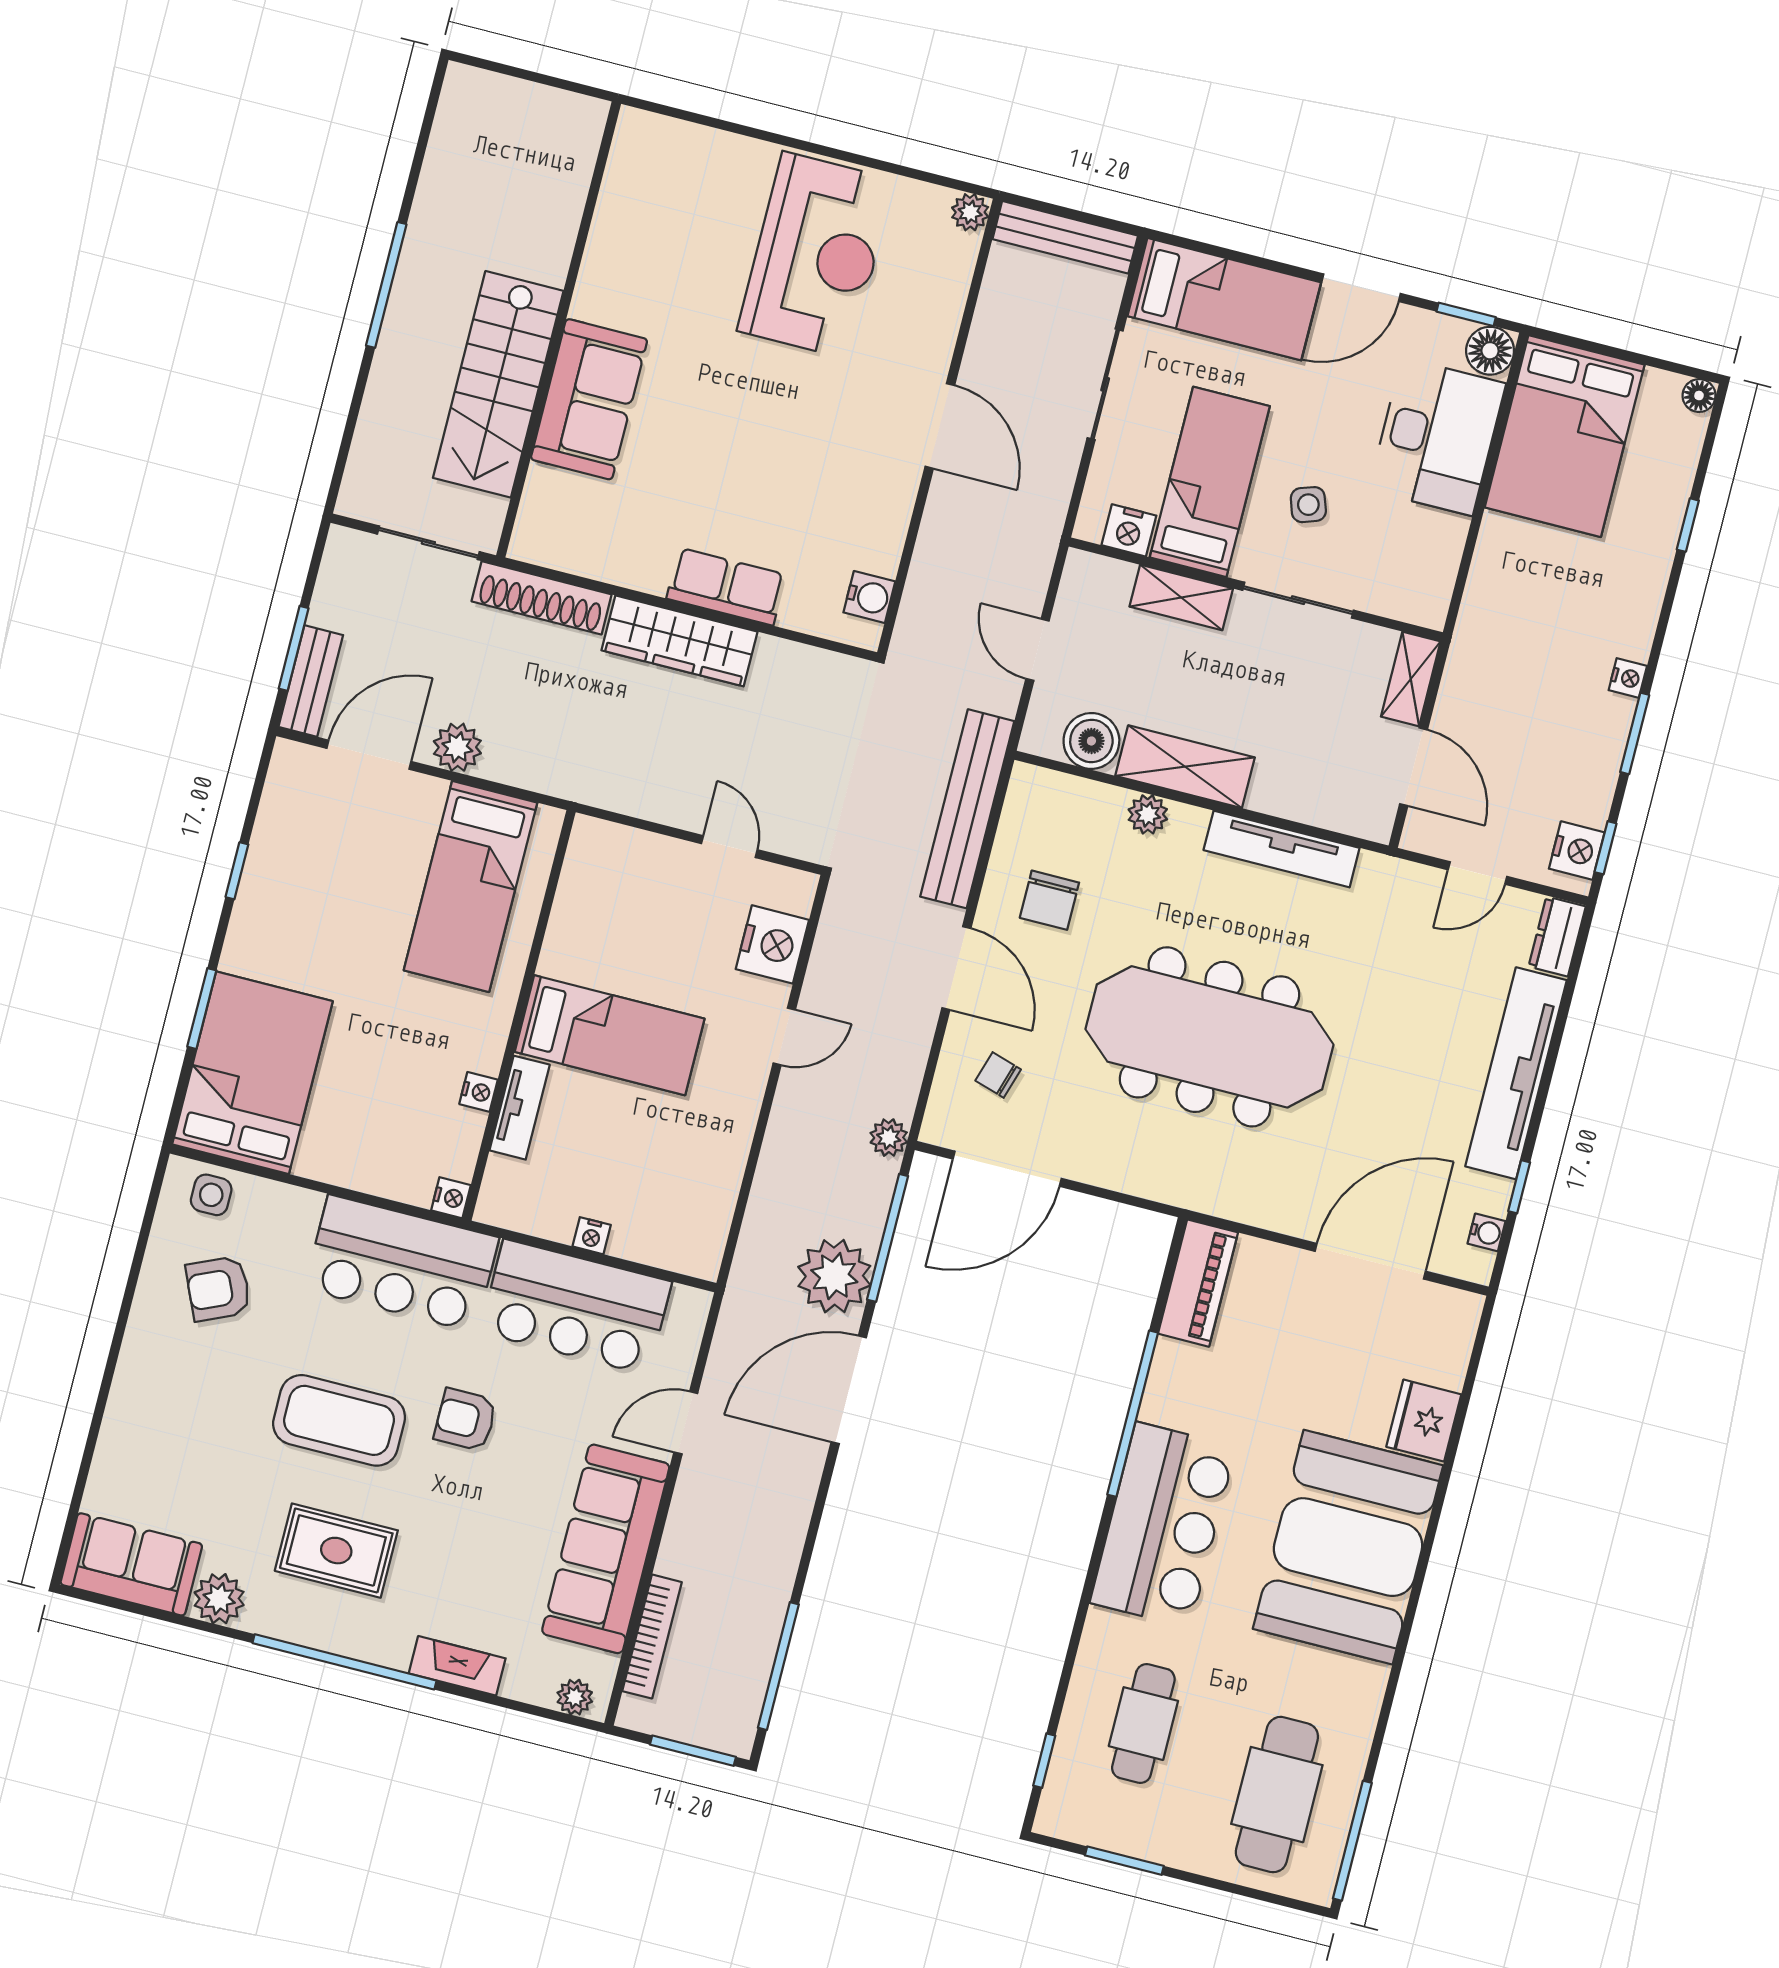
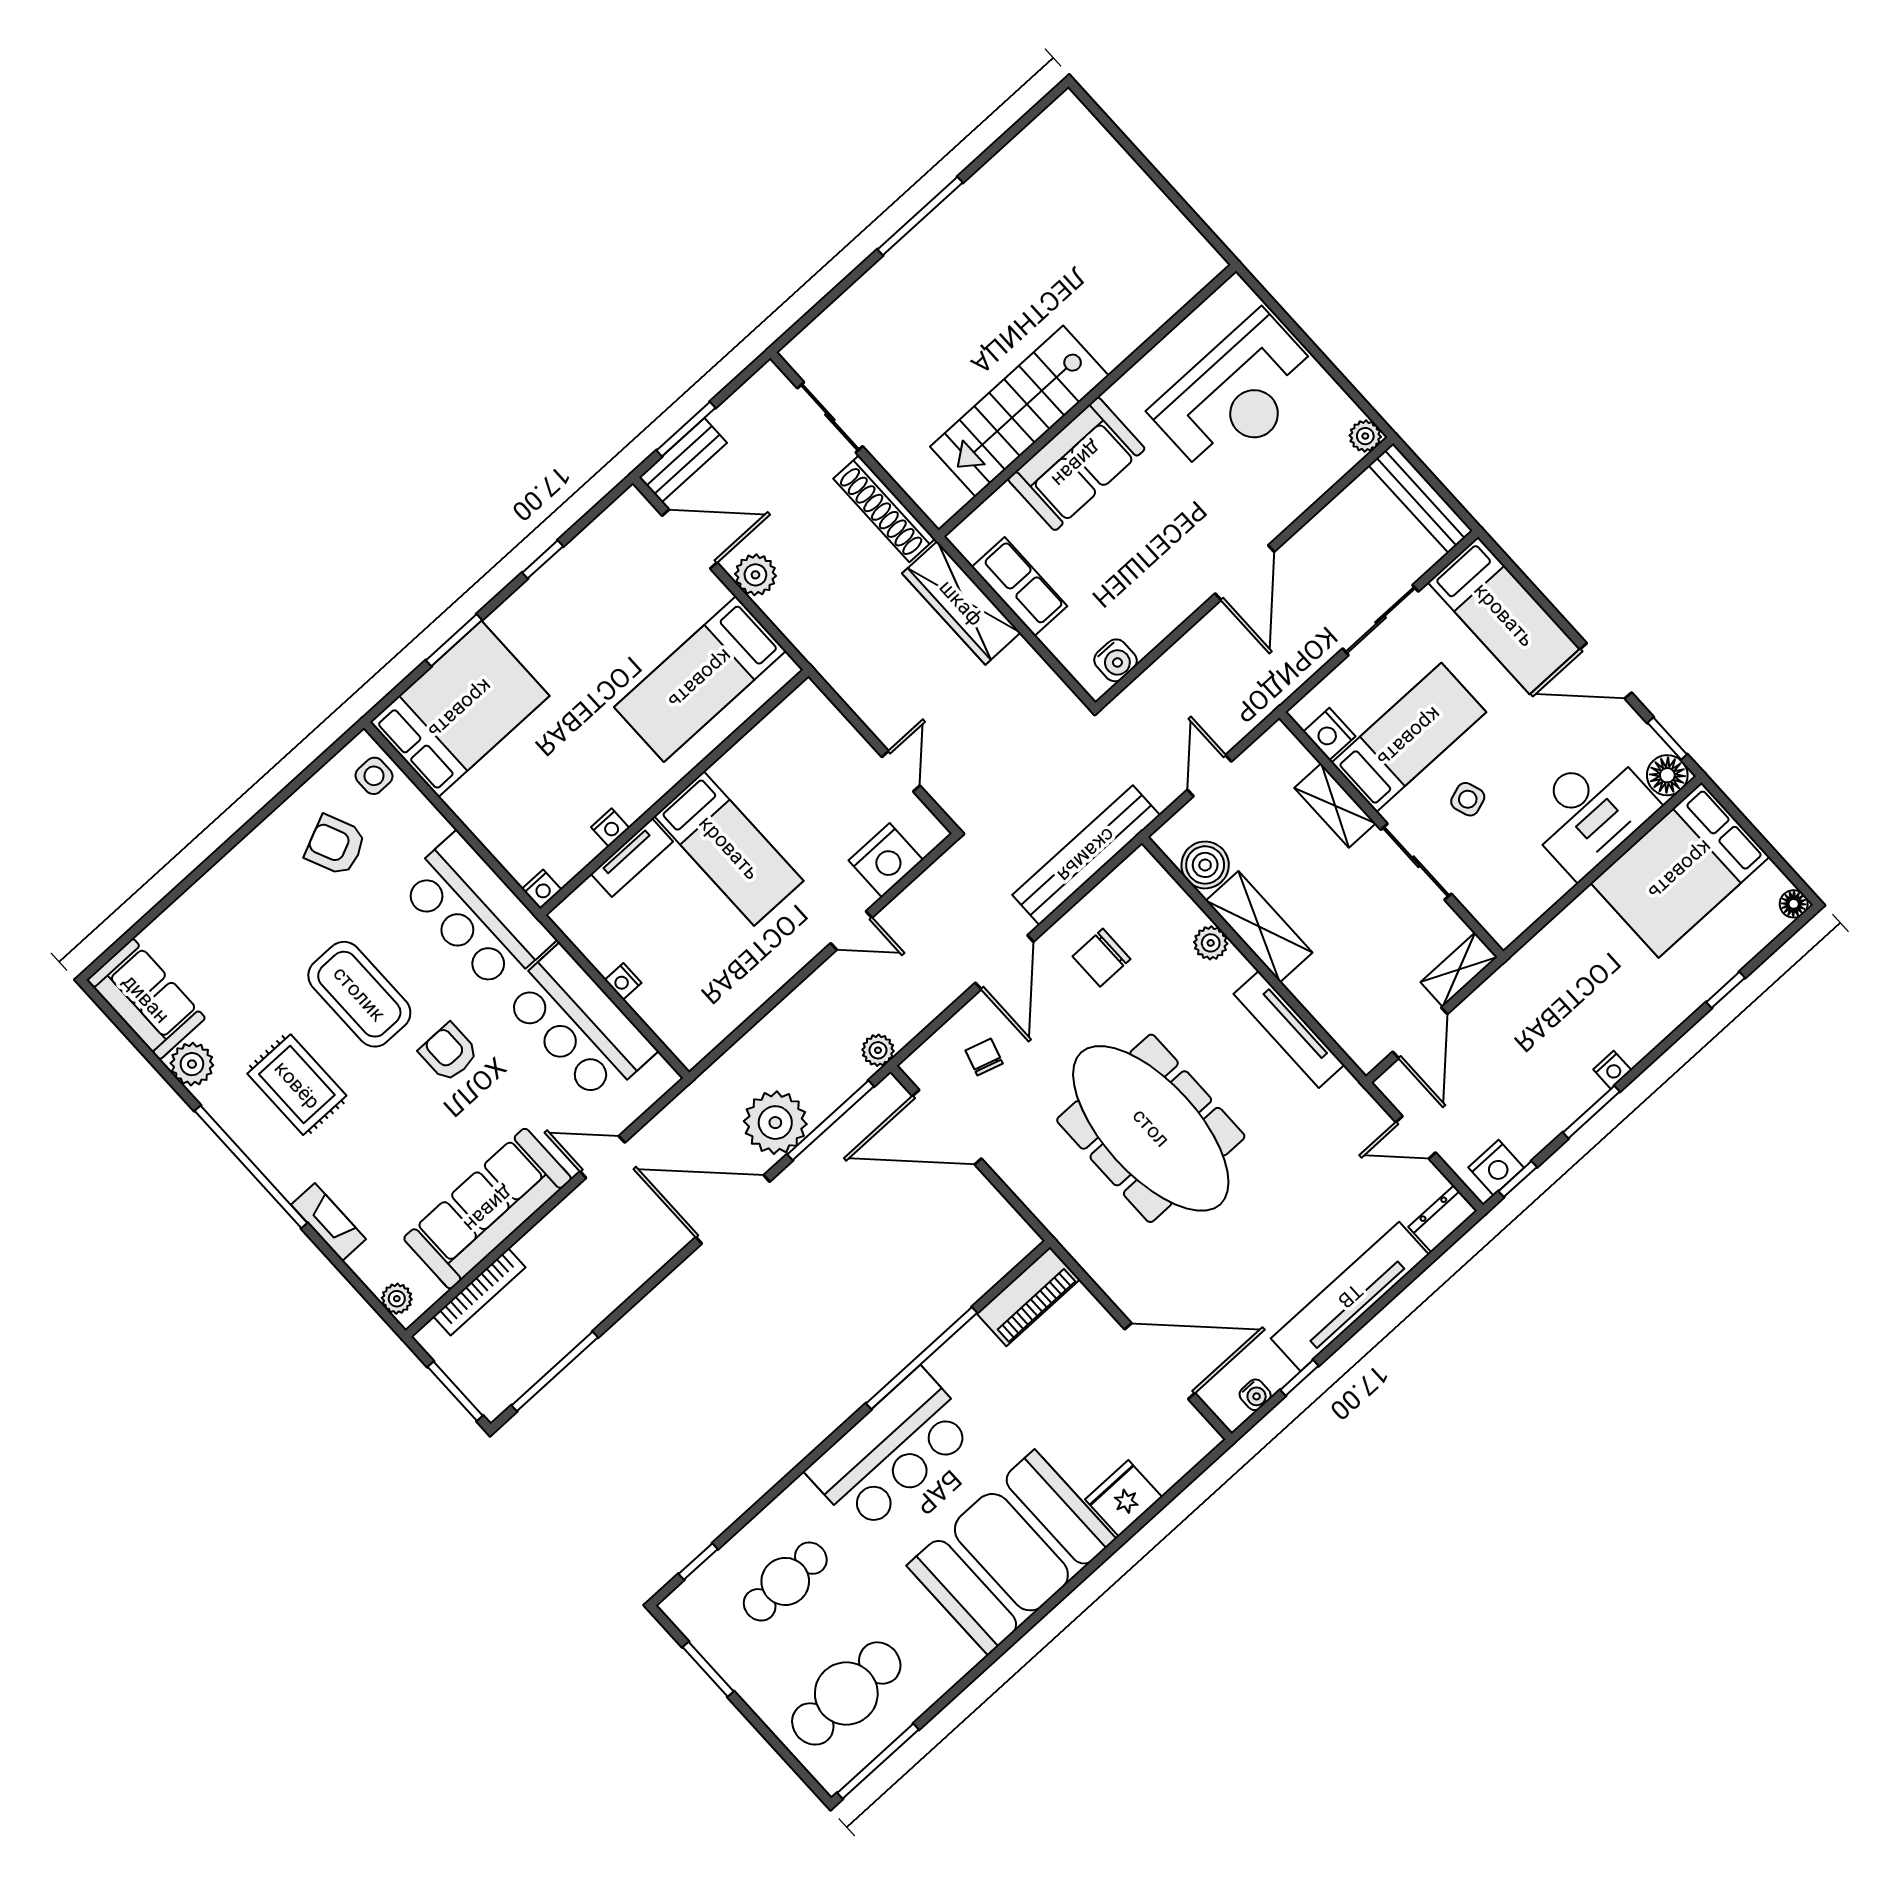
wall: (559, 330) -> (1087, 401), moved
stairs: (498, 384) -> (1019, 411), moved
sofa: (589, 399) -> (1076, 464), moved

